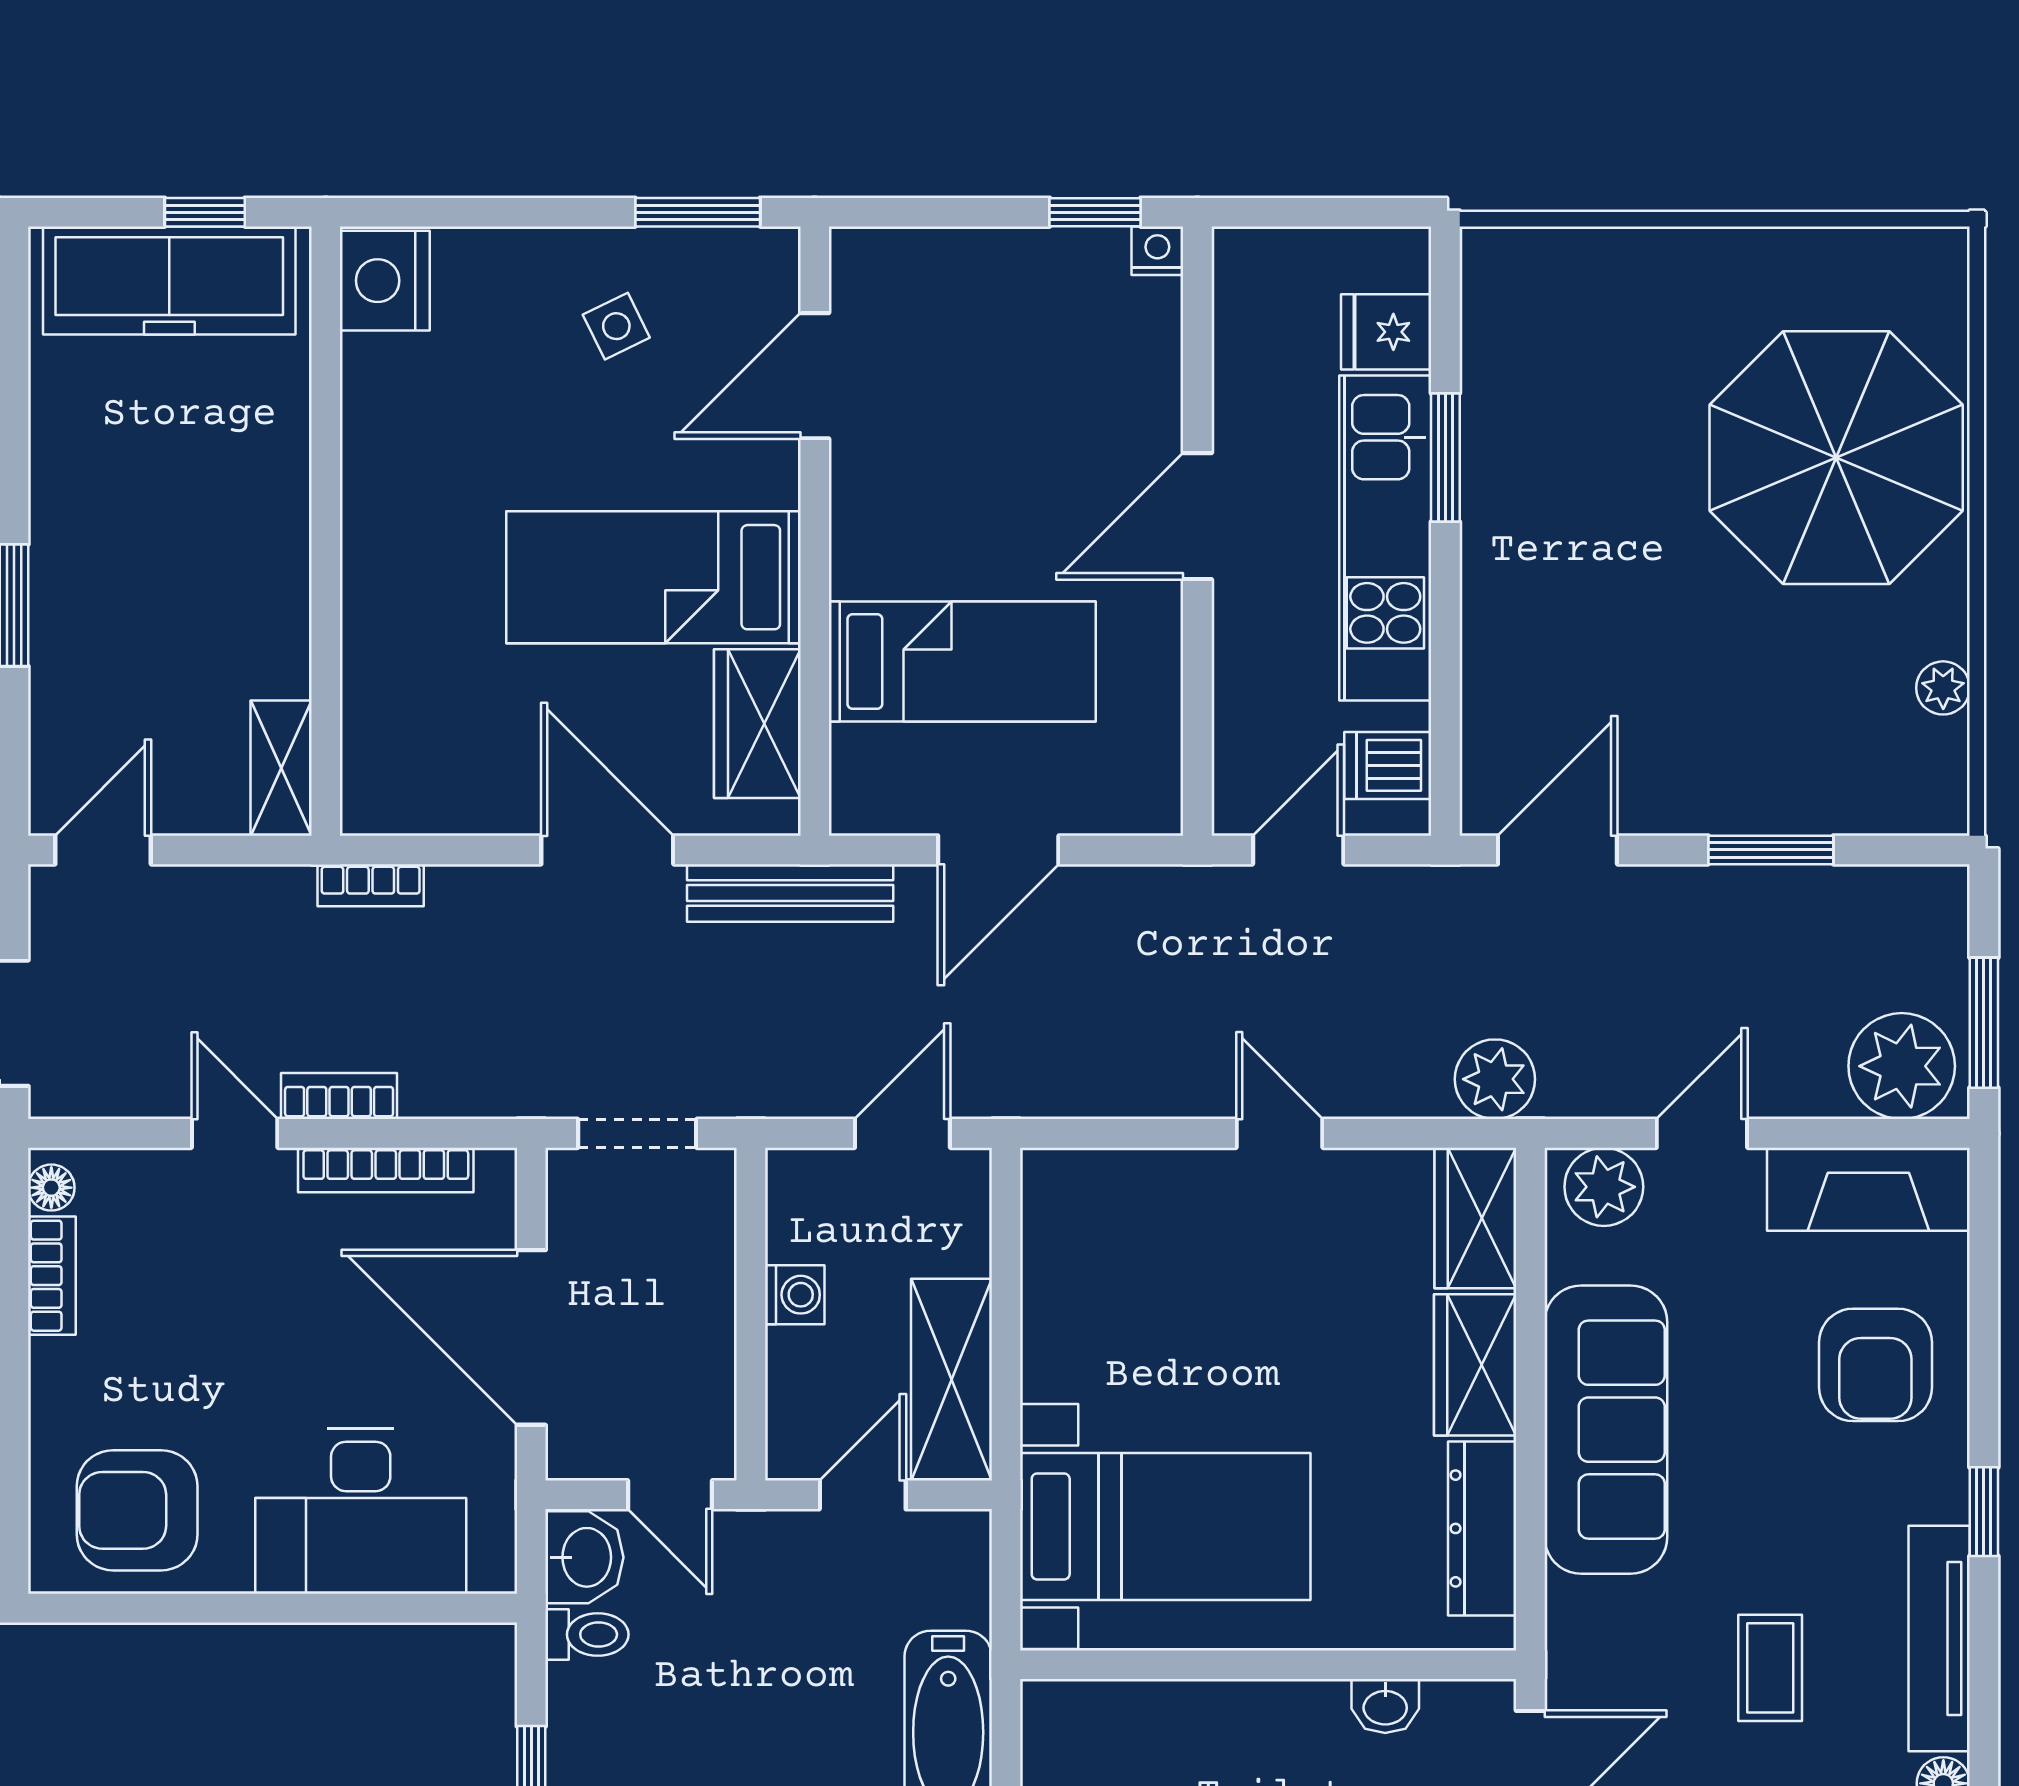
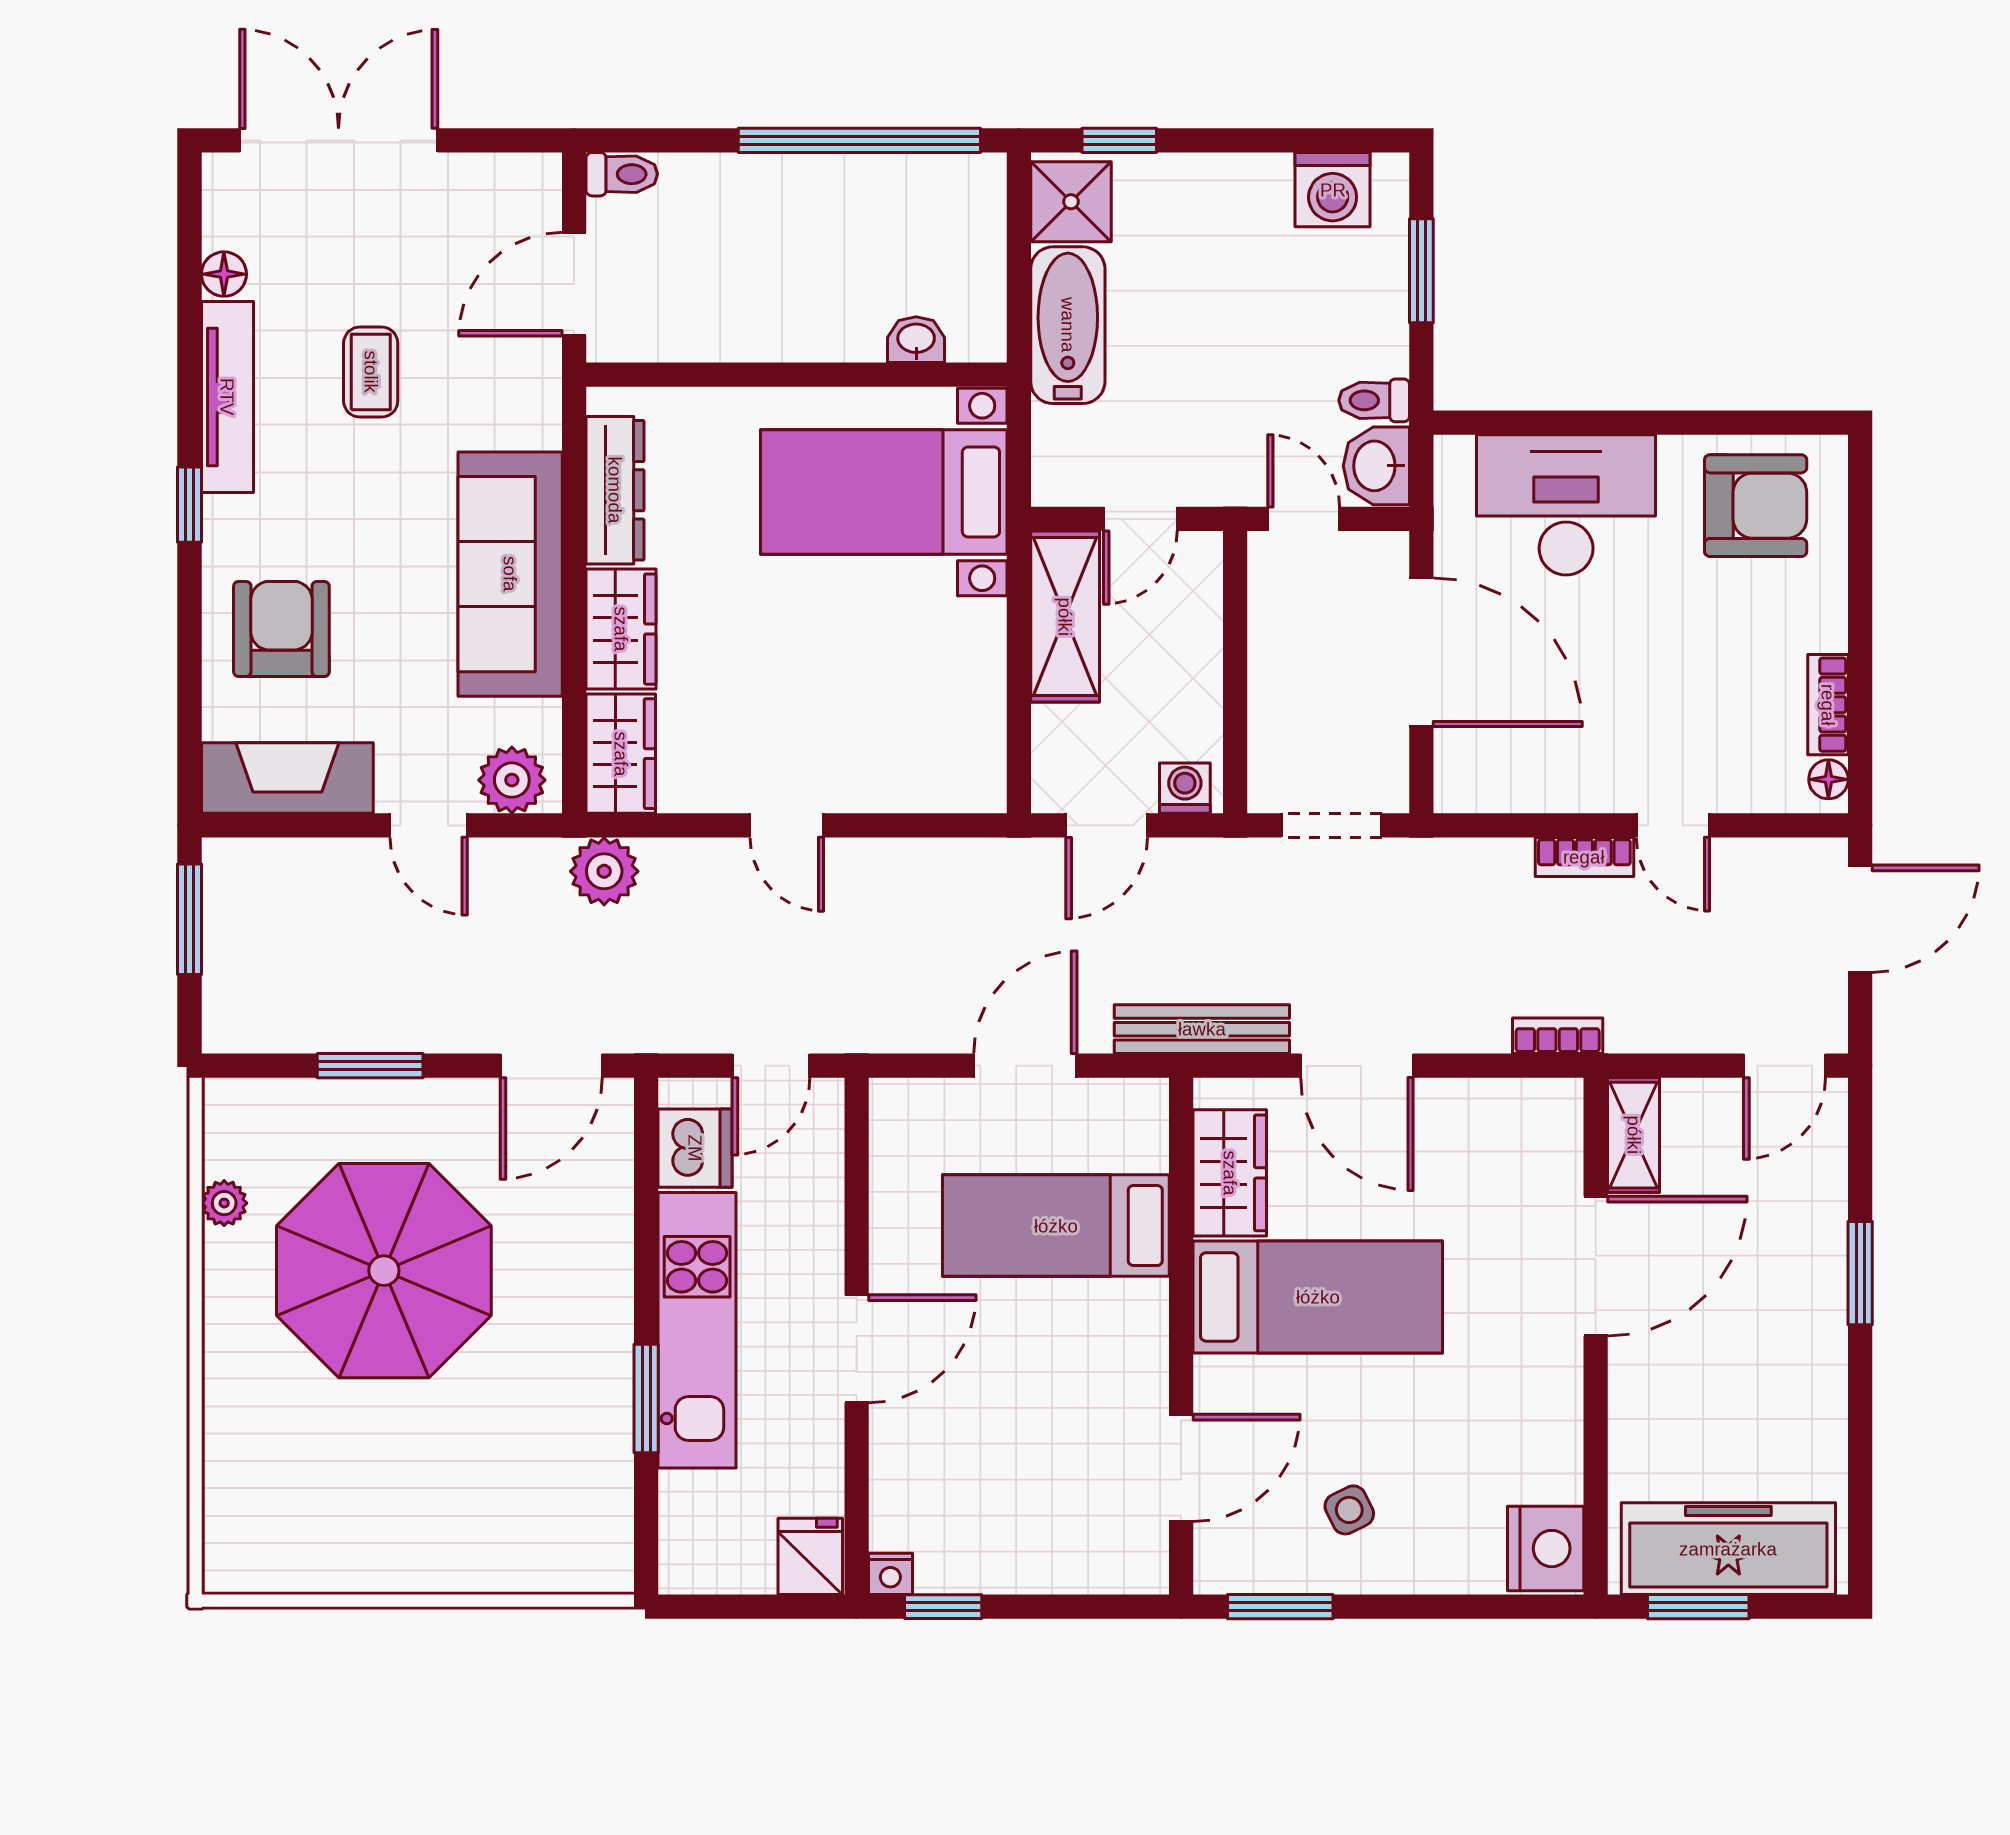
window: (205, 212) -> (1698, 1607), width x1.50
fridge: (1386, 332) -> (810, 1556), moved, turned -90
parasol: (1836, 458) -> (384, 1271), moved
door: (326, 614) -> (1596, 1266), added
dishwasher: (1388, 765) -> (695, 1148), width x1.38
plant: (1902, 1066) -> (259, 882), removed
door: (1702, 1133) -> (429, 825), hinge flipped
bookcase: (386, 1170) -> (1545, 794), removed
washing machine: (795, 1295) -> (1185, 788), moved, turned 90
washbasin: (1385, 1706) -> (916, 340), moved

